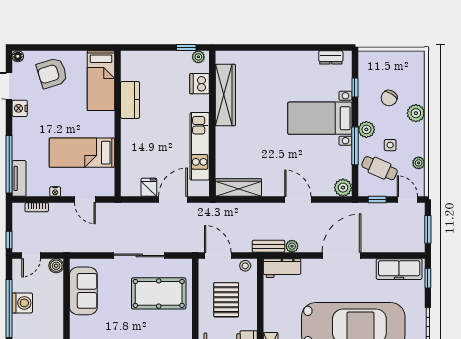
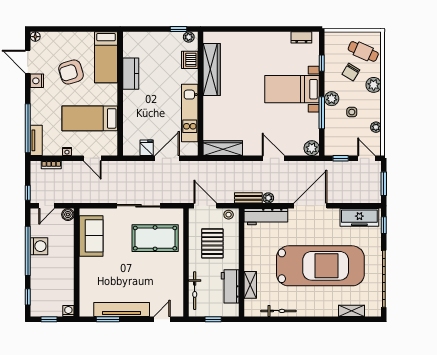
armchair: (52, 73) -> (71, 72), moved
cafe table: (380, 168) -> (363, 51), moved
workbench: (282, 268) -> (266, 217), width x1.37

